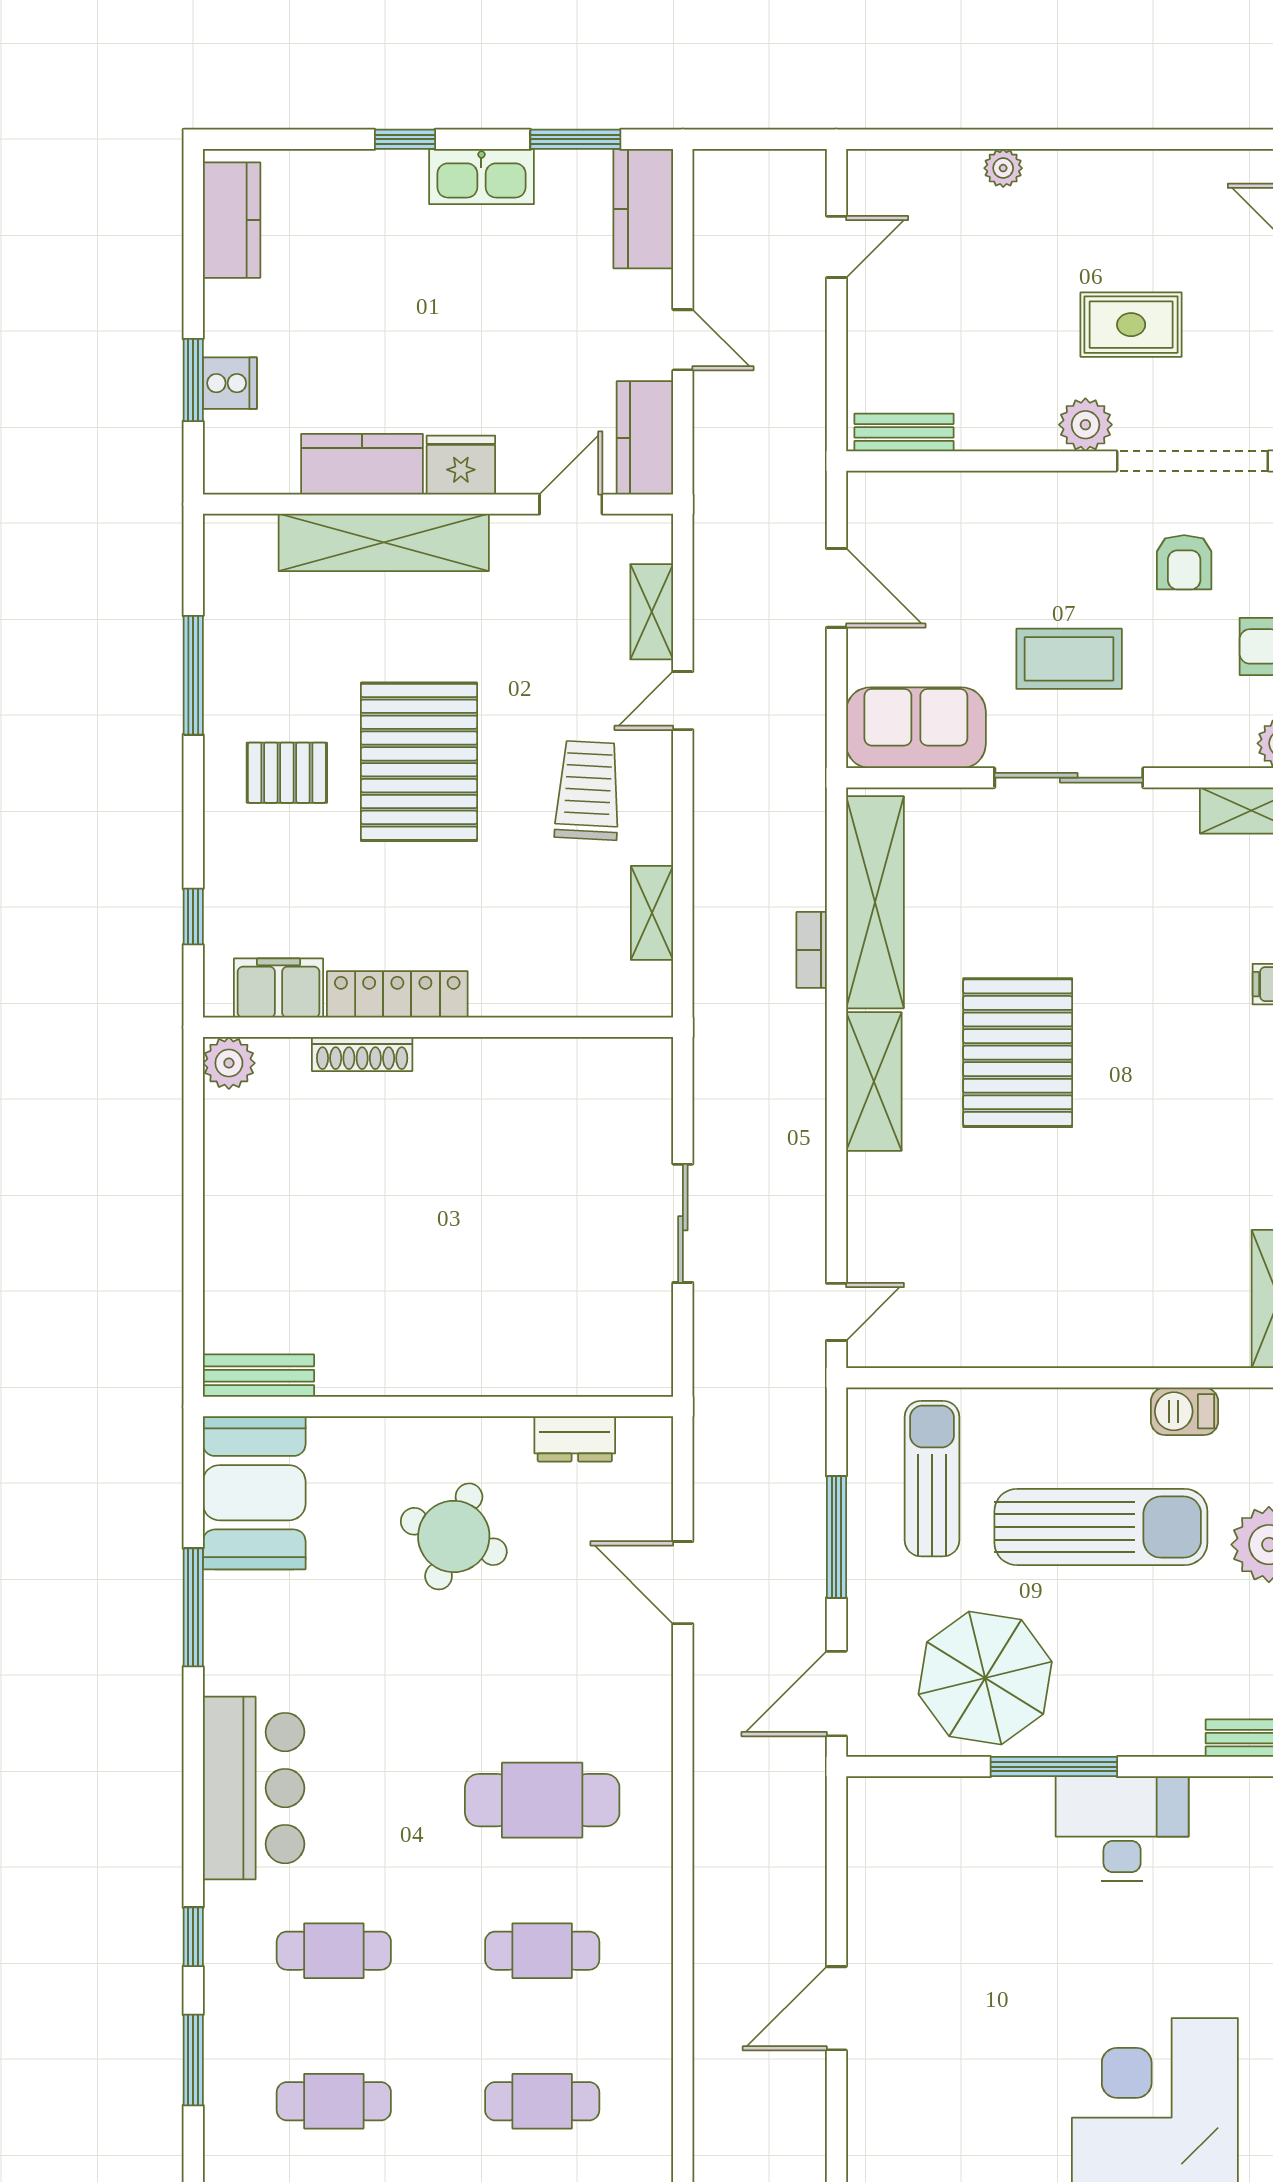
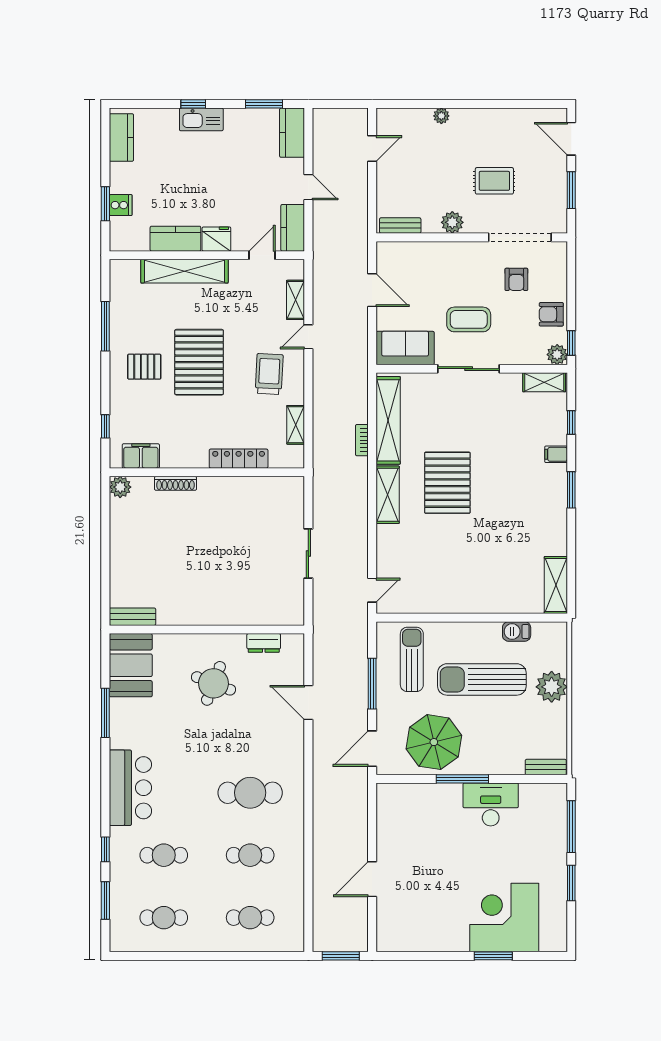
kitchen sink: (481, 177) -> (201, 119), moved
plant: (1085, 425) -> (452, 222), moved
locker: (397, 994) -> (239, 459), moved
sun lounger: (1101, 1527) -> (482, 679), turned 180

